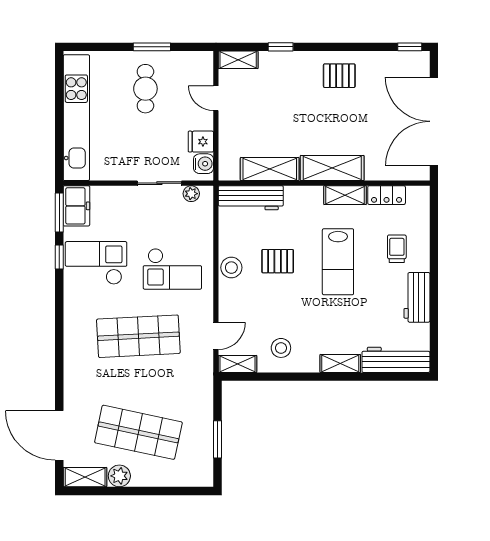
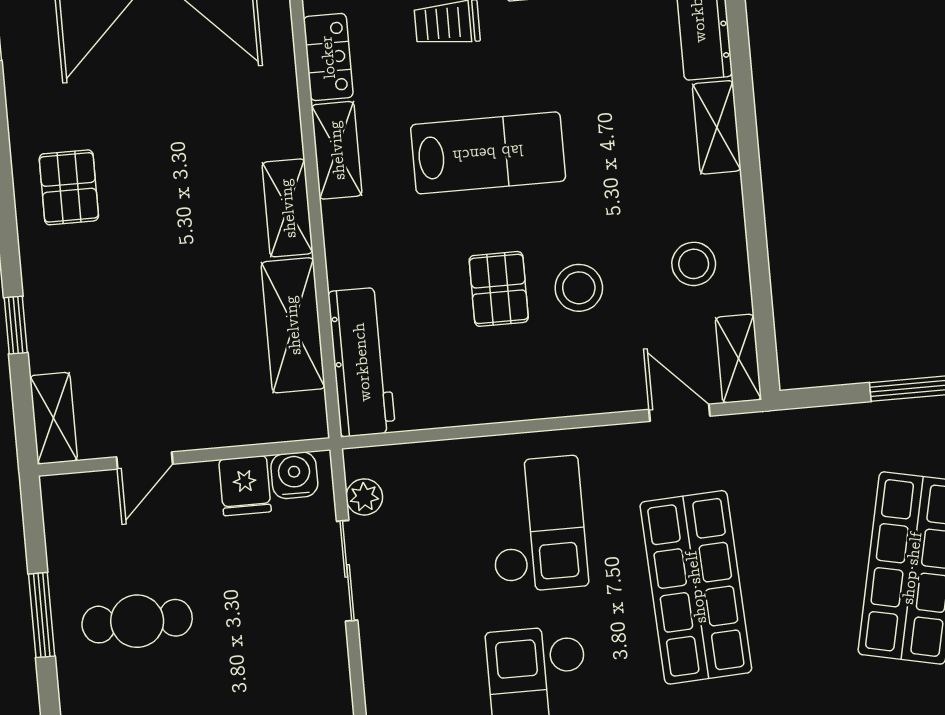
shelving: (332, 168) -> (288, 208), width x0.67, depth x0.75
stool: (231, 268) -> (579, 288), moved

